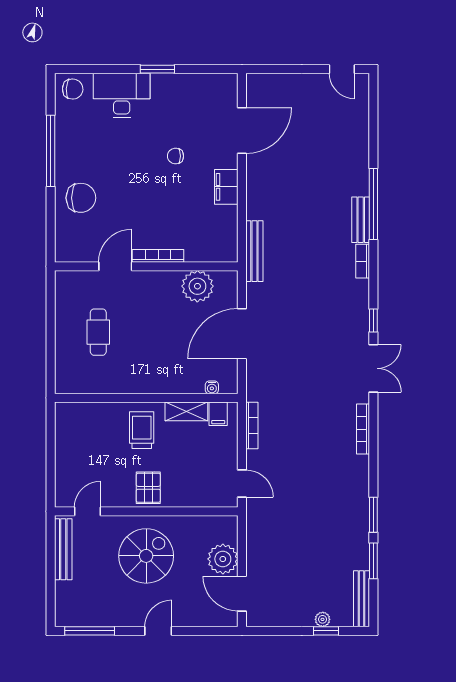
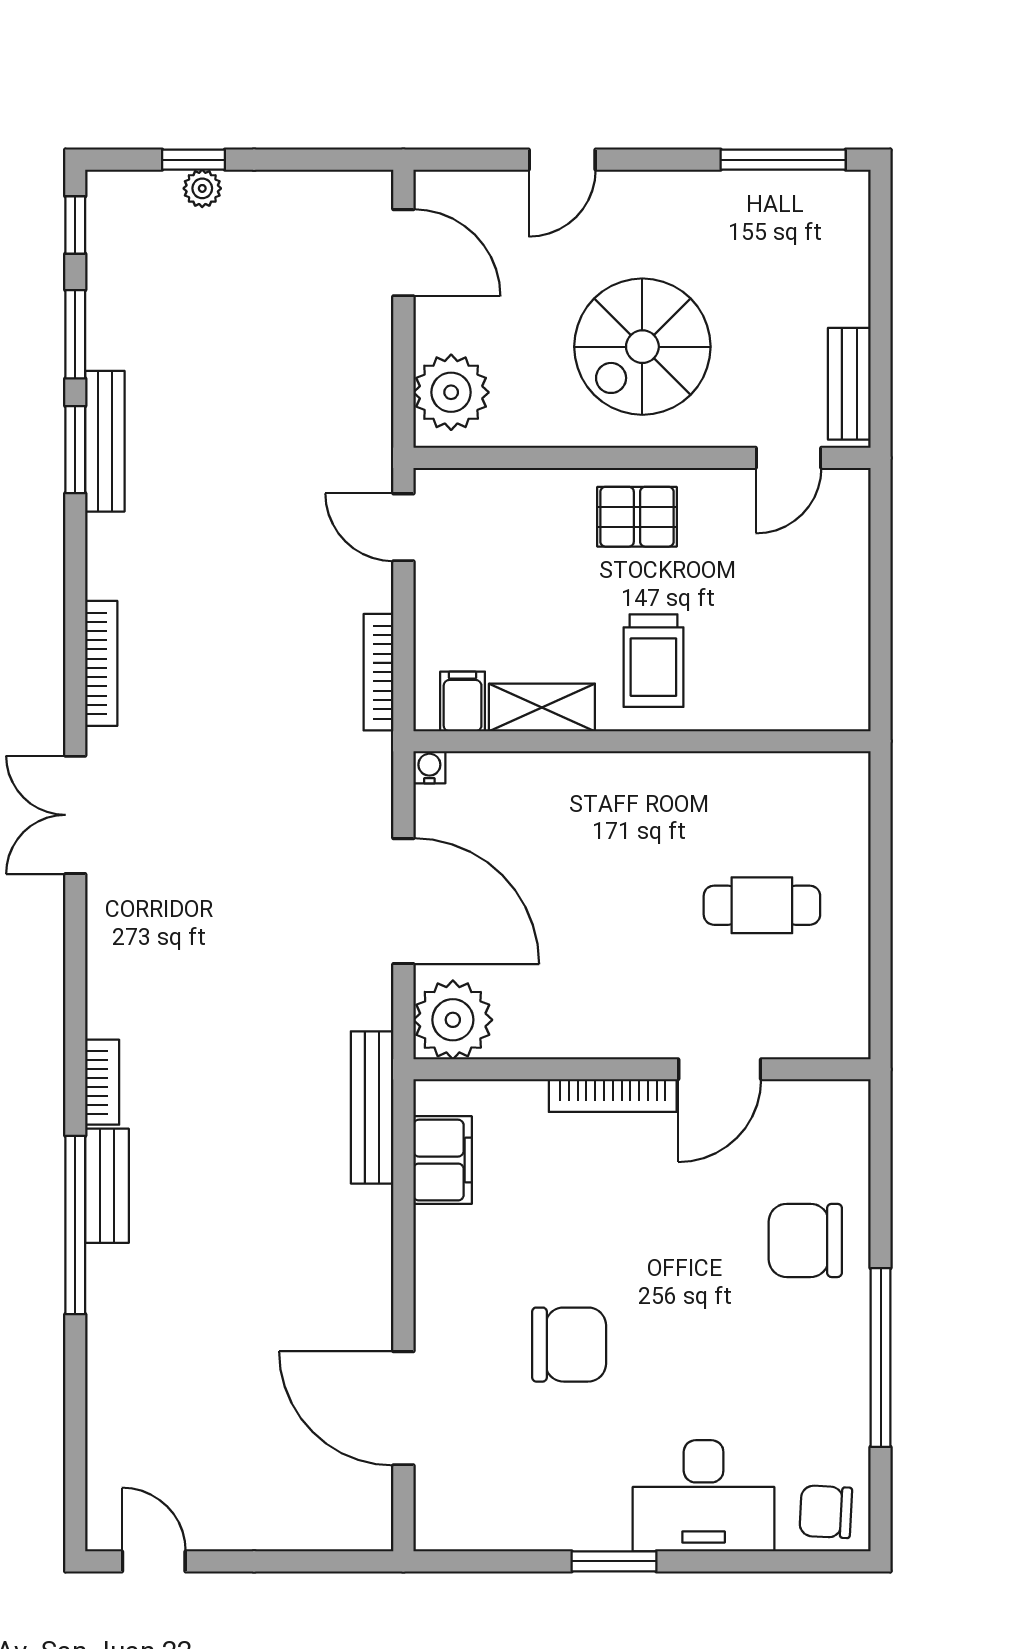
door: (242, 131) -> (403, 1408), hinge flipped
chair: (176, 156) -> (569, 1345), width x1.87, depth x1.87
filing cabinet: (226, 187) -> (443, 1160), moved
plant: (197, 286) -> (453, 1020), moved
window: (373, 321) -> (75, 225), moved
cafe table: (98, 332) -> (762, 905), turned 90
door: (242, 334) -> (403, 901), hinge flipped
water cooler: (212, 387) -> (429, 767), moved
pallet: (148, 488) -> (637, 517), turned 90
bench: (63, 549) -> (849, 384), width x0.73
plant: (223, 559) -> (451, 392), moved
bench: (362, 599) -> (105, 441), moved
door: (158, 631) -> (562, 160), moved

